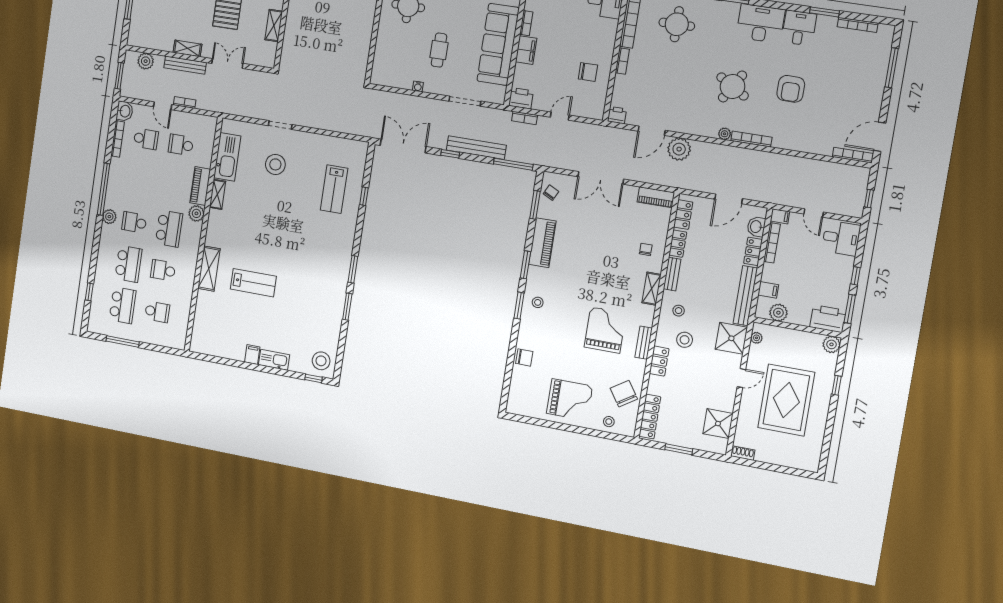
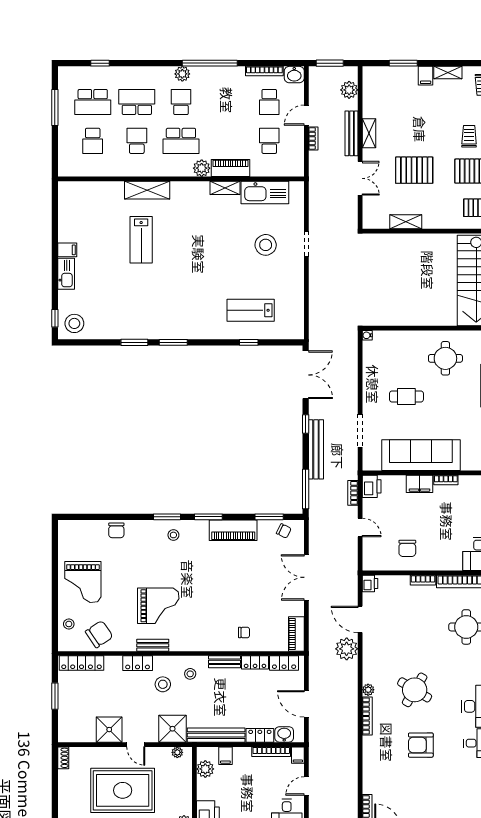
water cooler: (418, 86) -> (367, 335), moved
school desk: (128, 264) -> (137, 102), turned 180
shelving: (651, 289) -> (207, 644), removed
shower: (718, 424) -> (109, 730), moved

